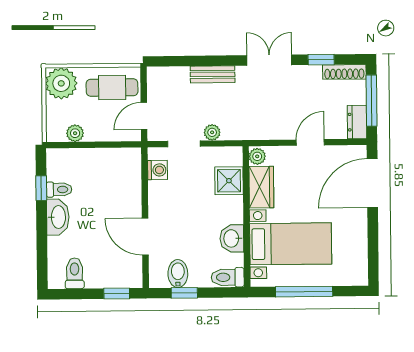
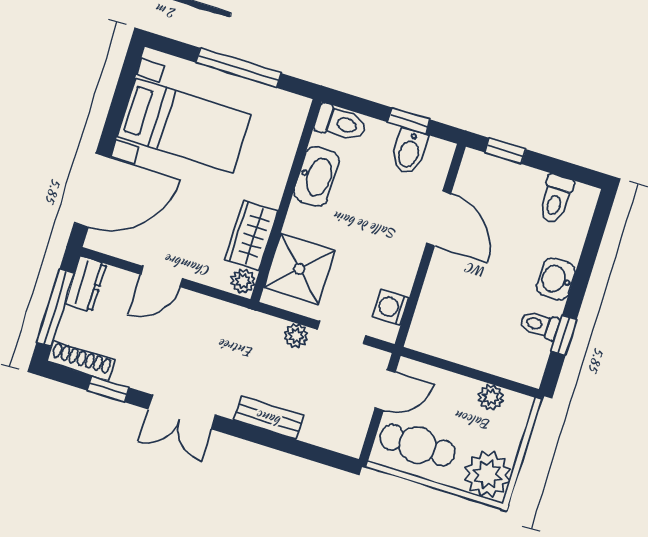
shower: (229, 181) -> (299, 269), width x1.36, depth x1.36
washbasin: (58, 217) -> (556, 279), width x0.72
washbasin: (232, 238) -> (317, 176), width x1.38
bed with nightstands: (291, 244) -> (184, 125), moved, turned 180

